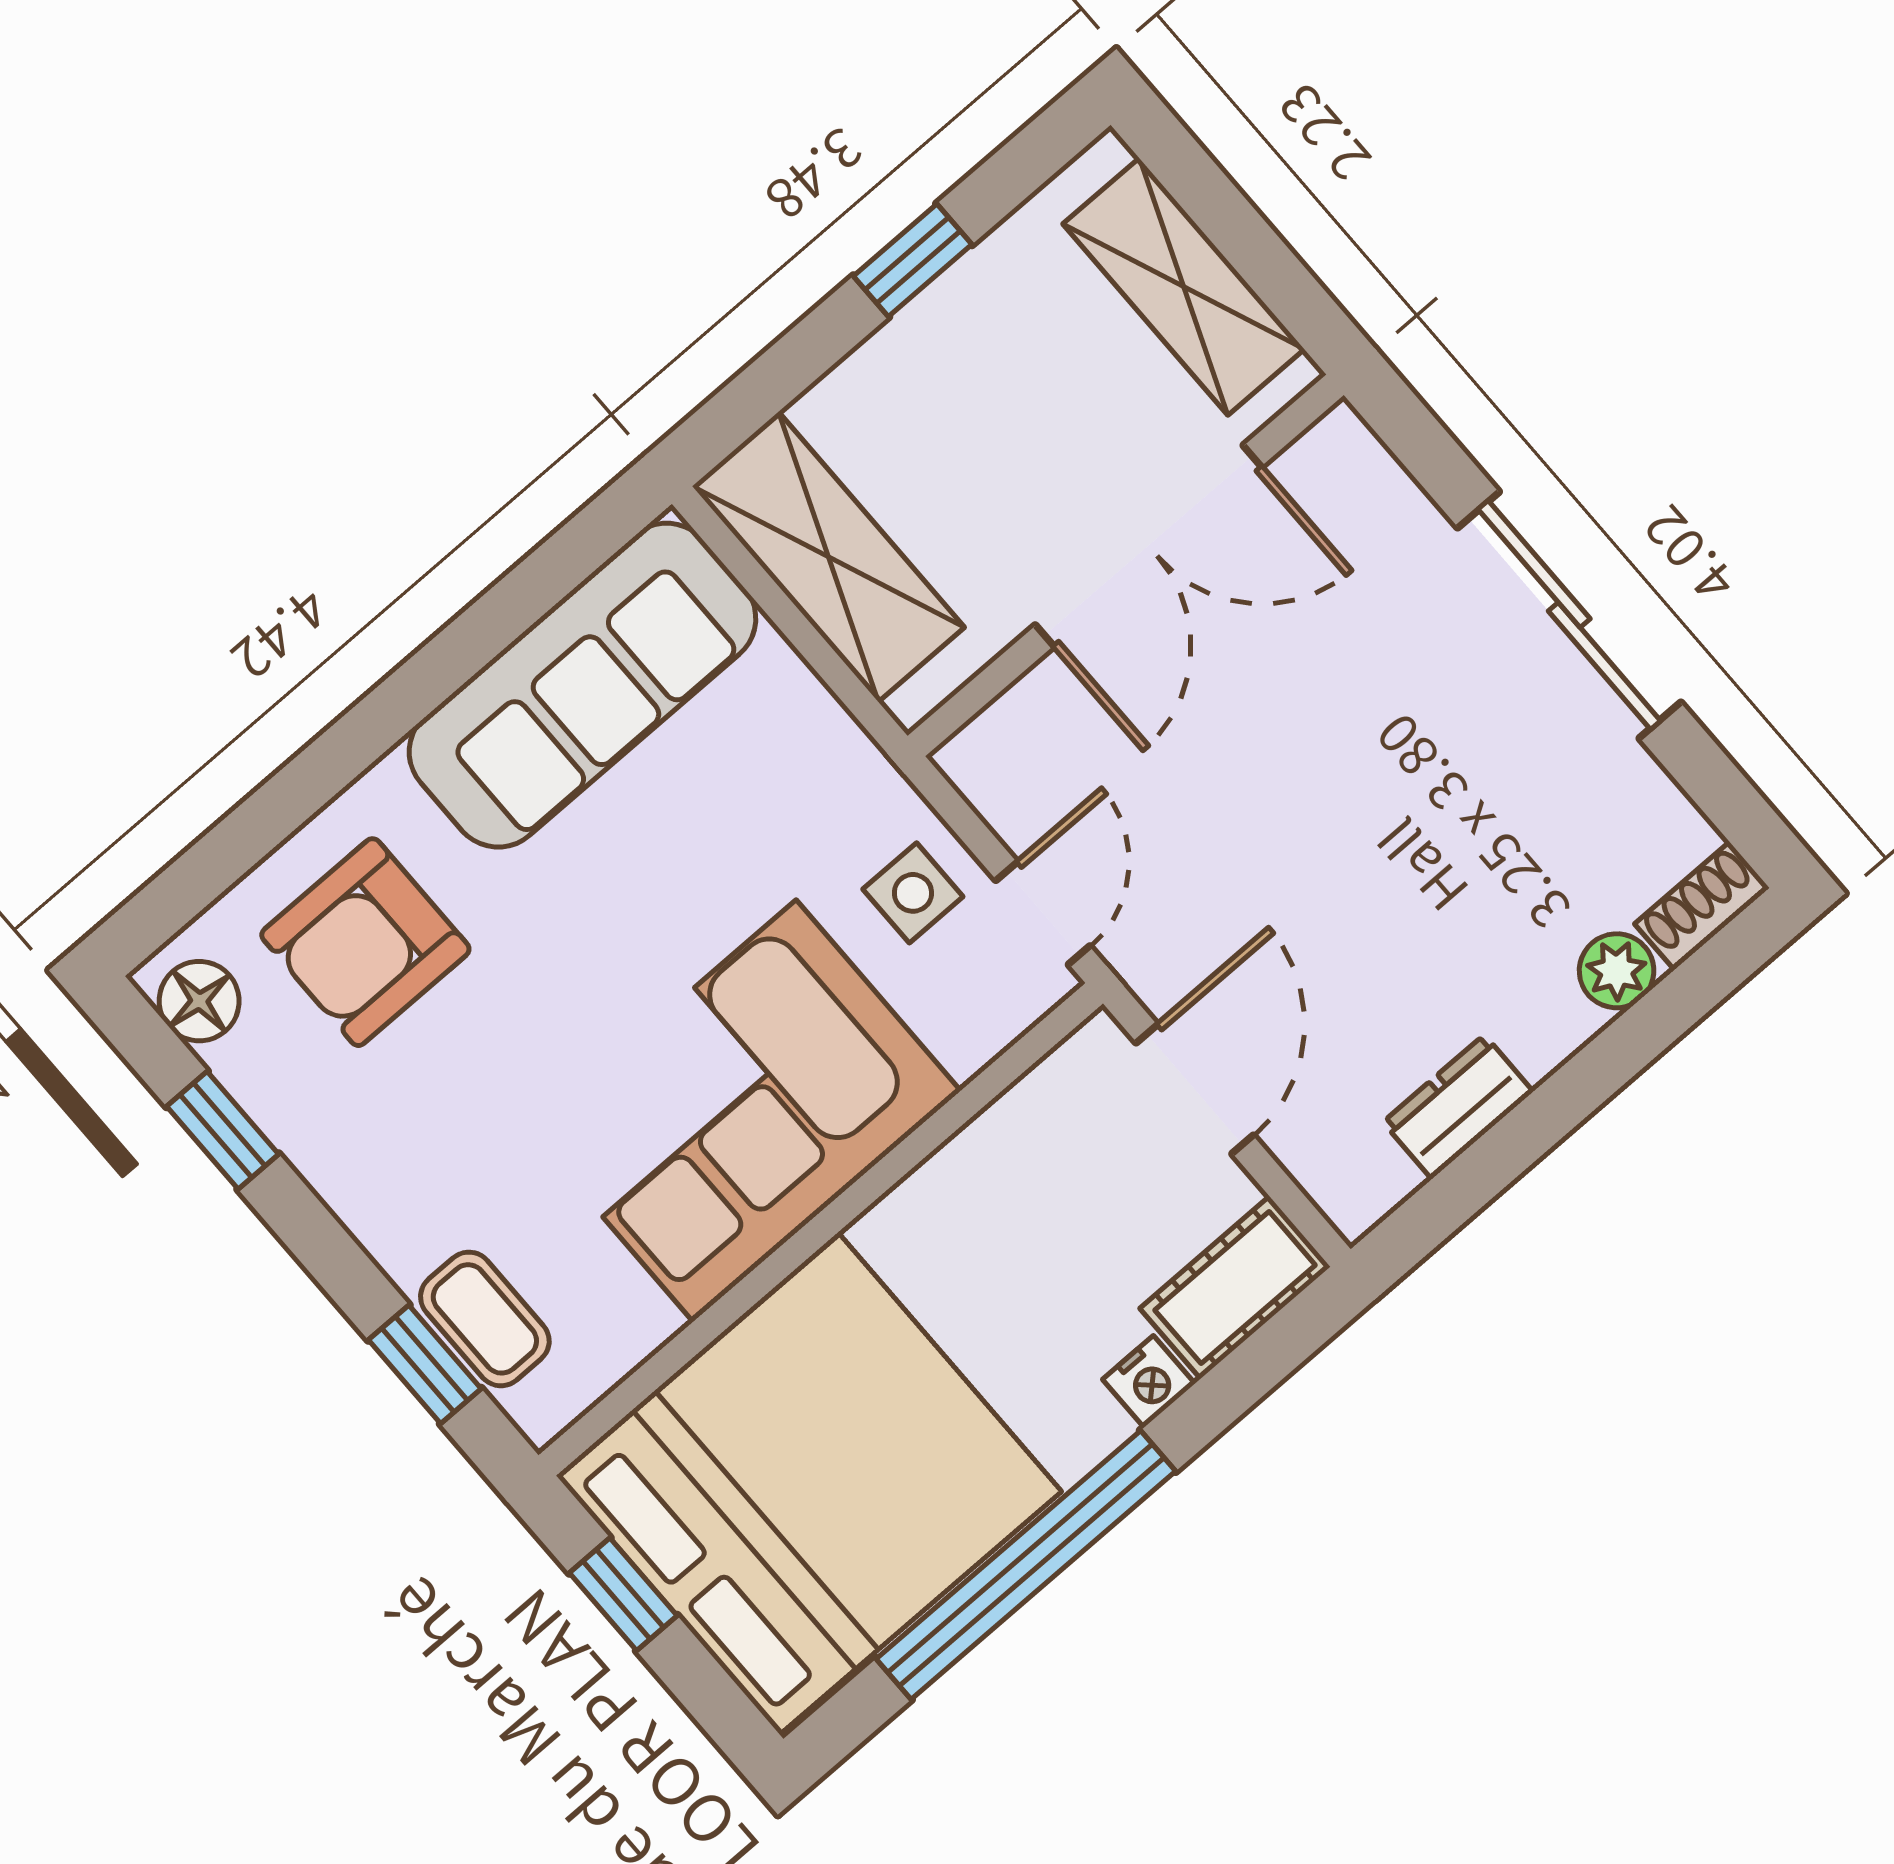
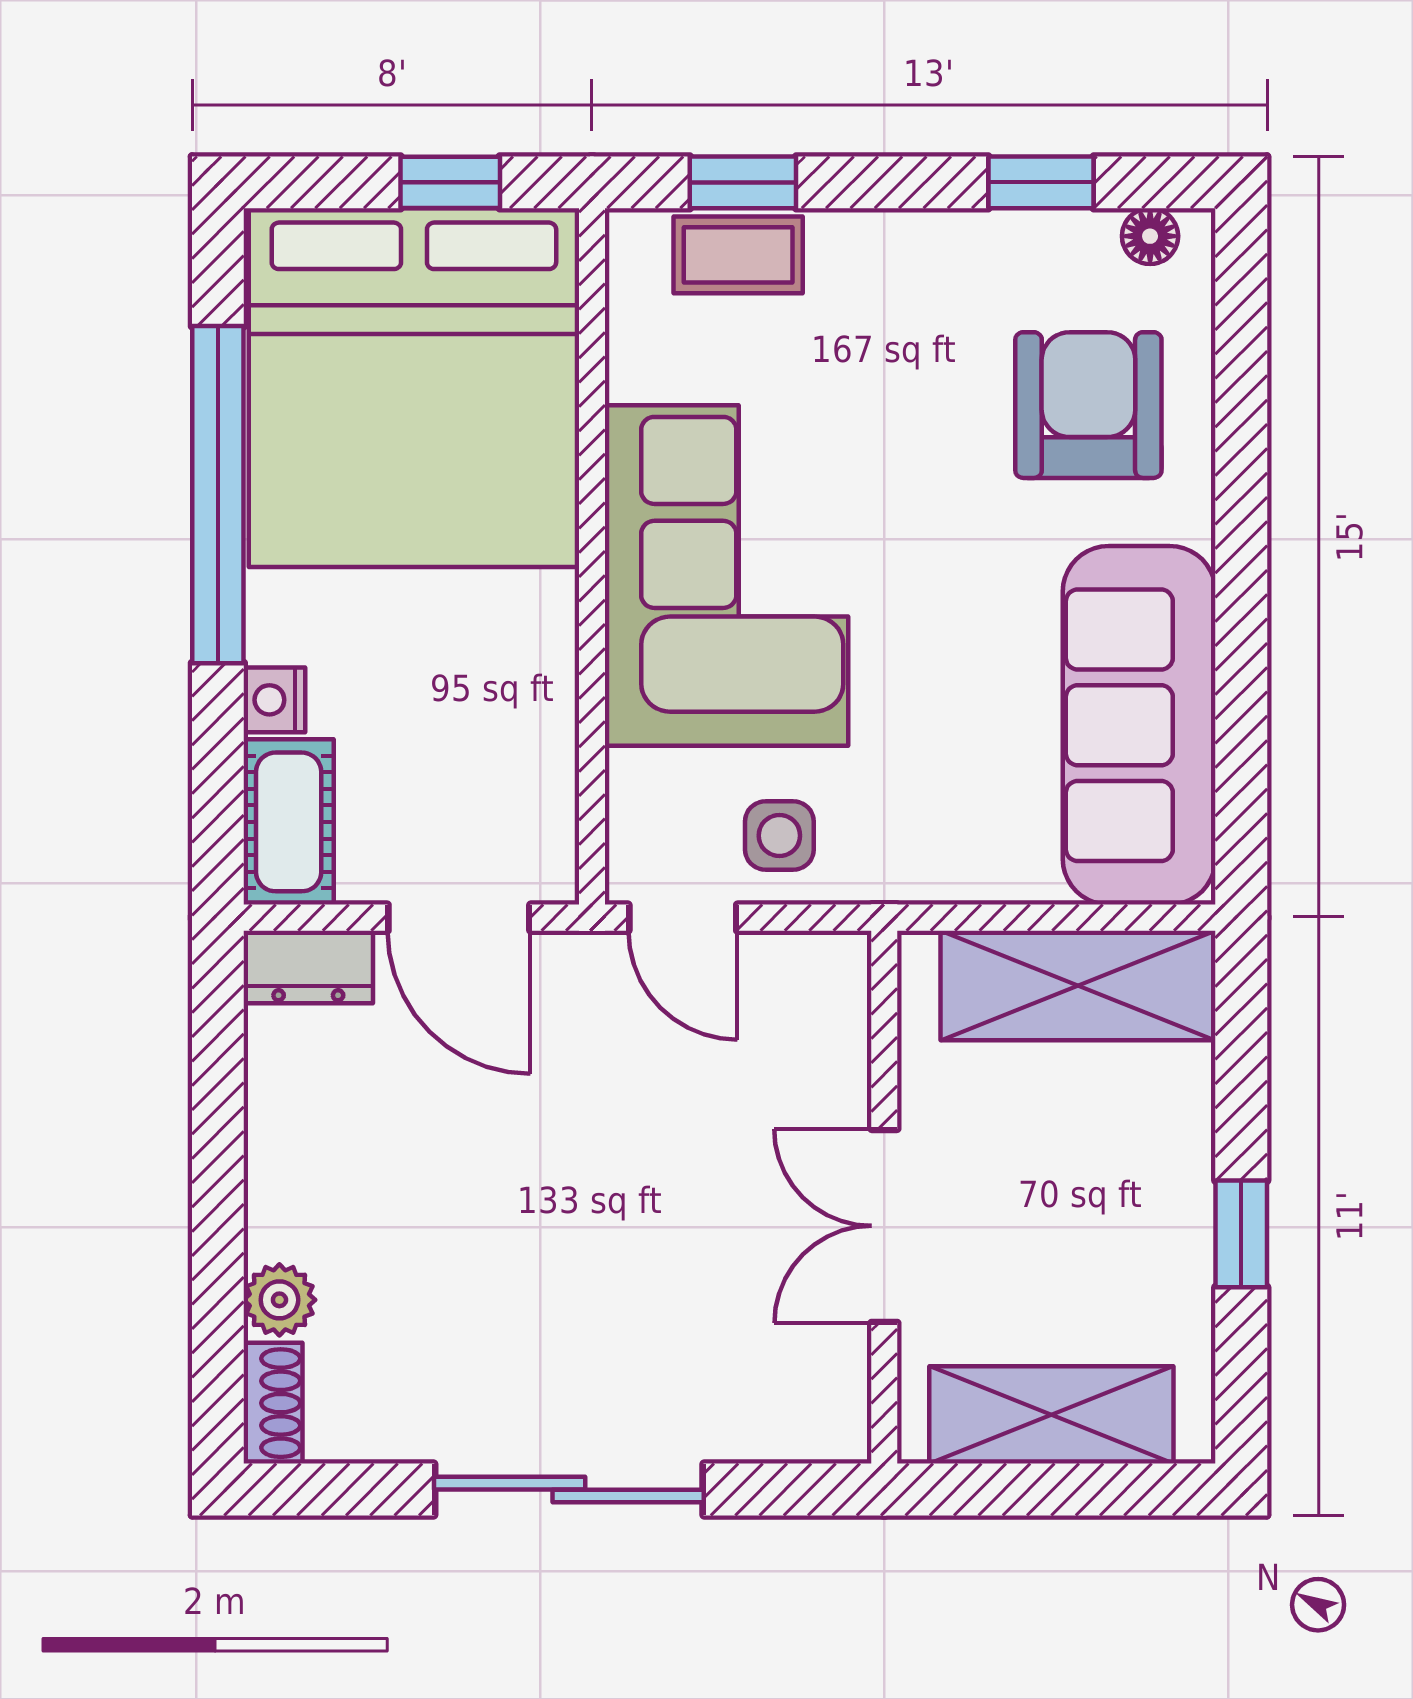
double door: (1148, 546) -> (884, 1226), width x0.73
floor lamp: (199, 1001) -> (1150, 236), width x0.73, depth x0.73
dresser: (1458, 1107) -> (308, 967), moved, turned 90

